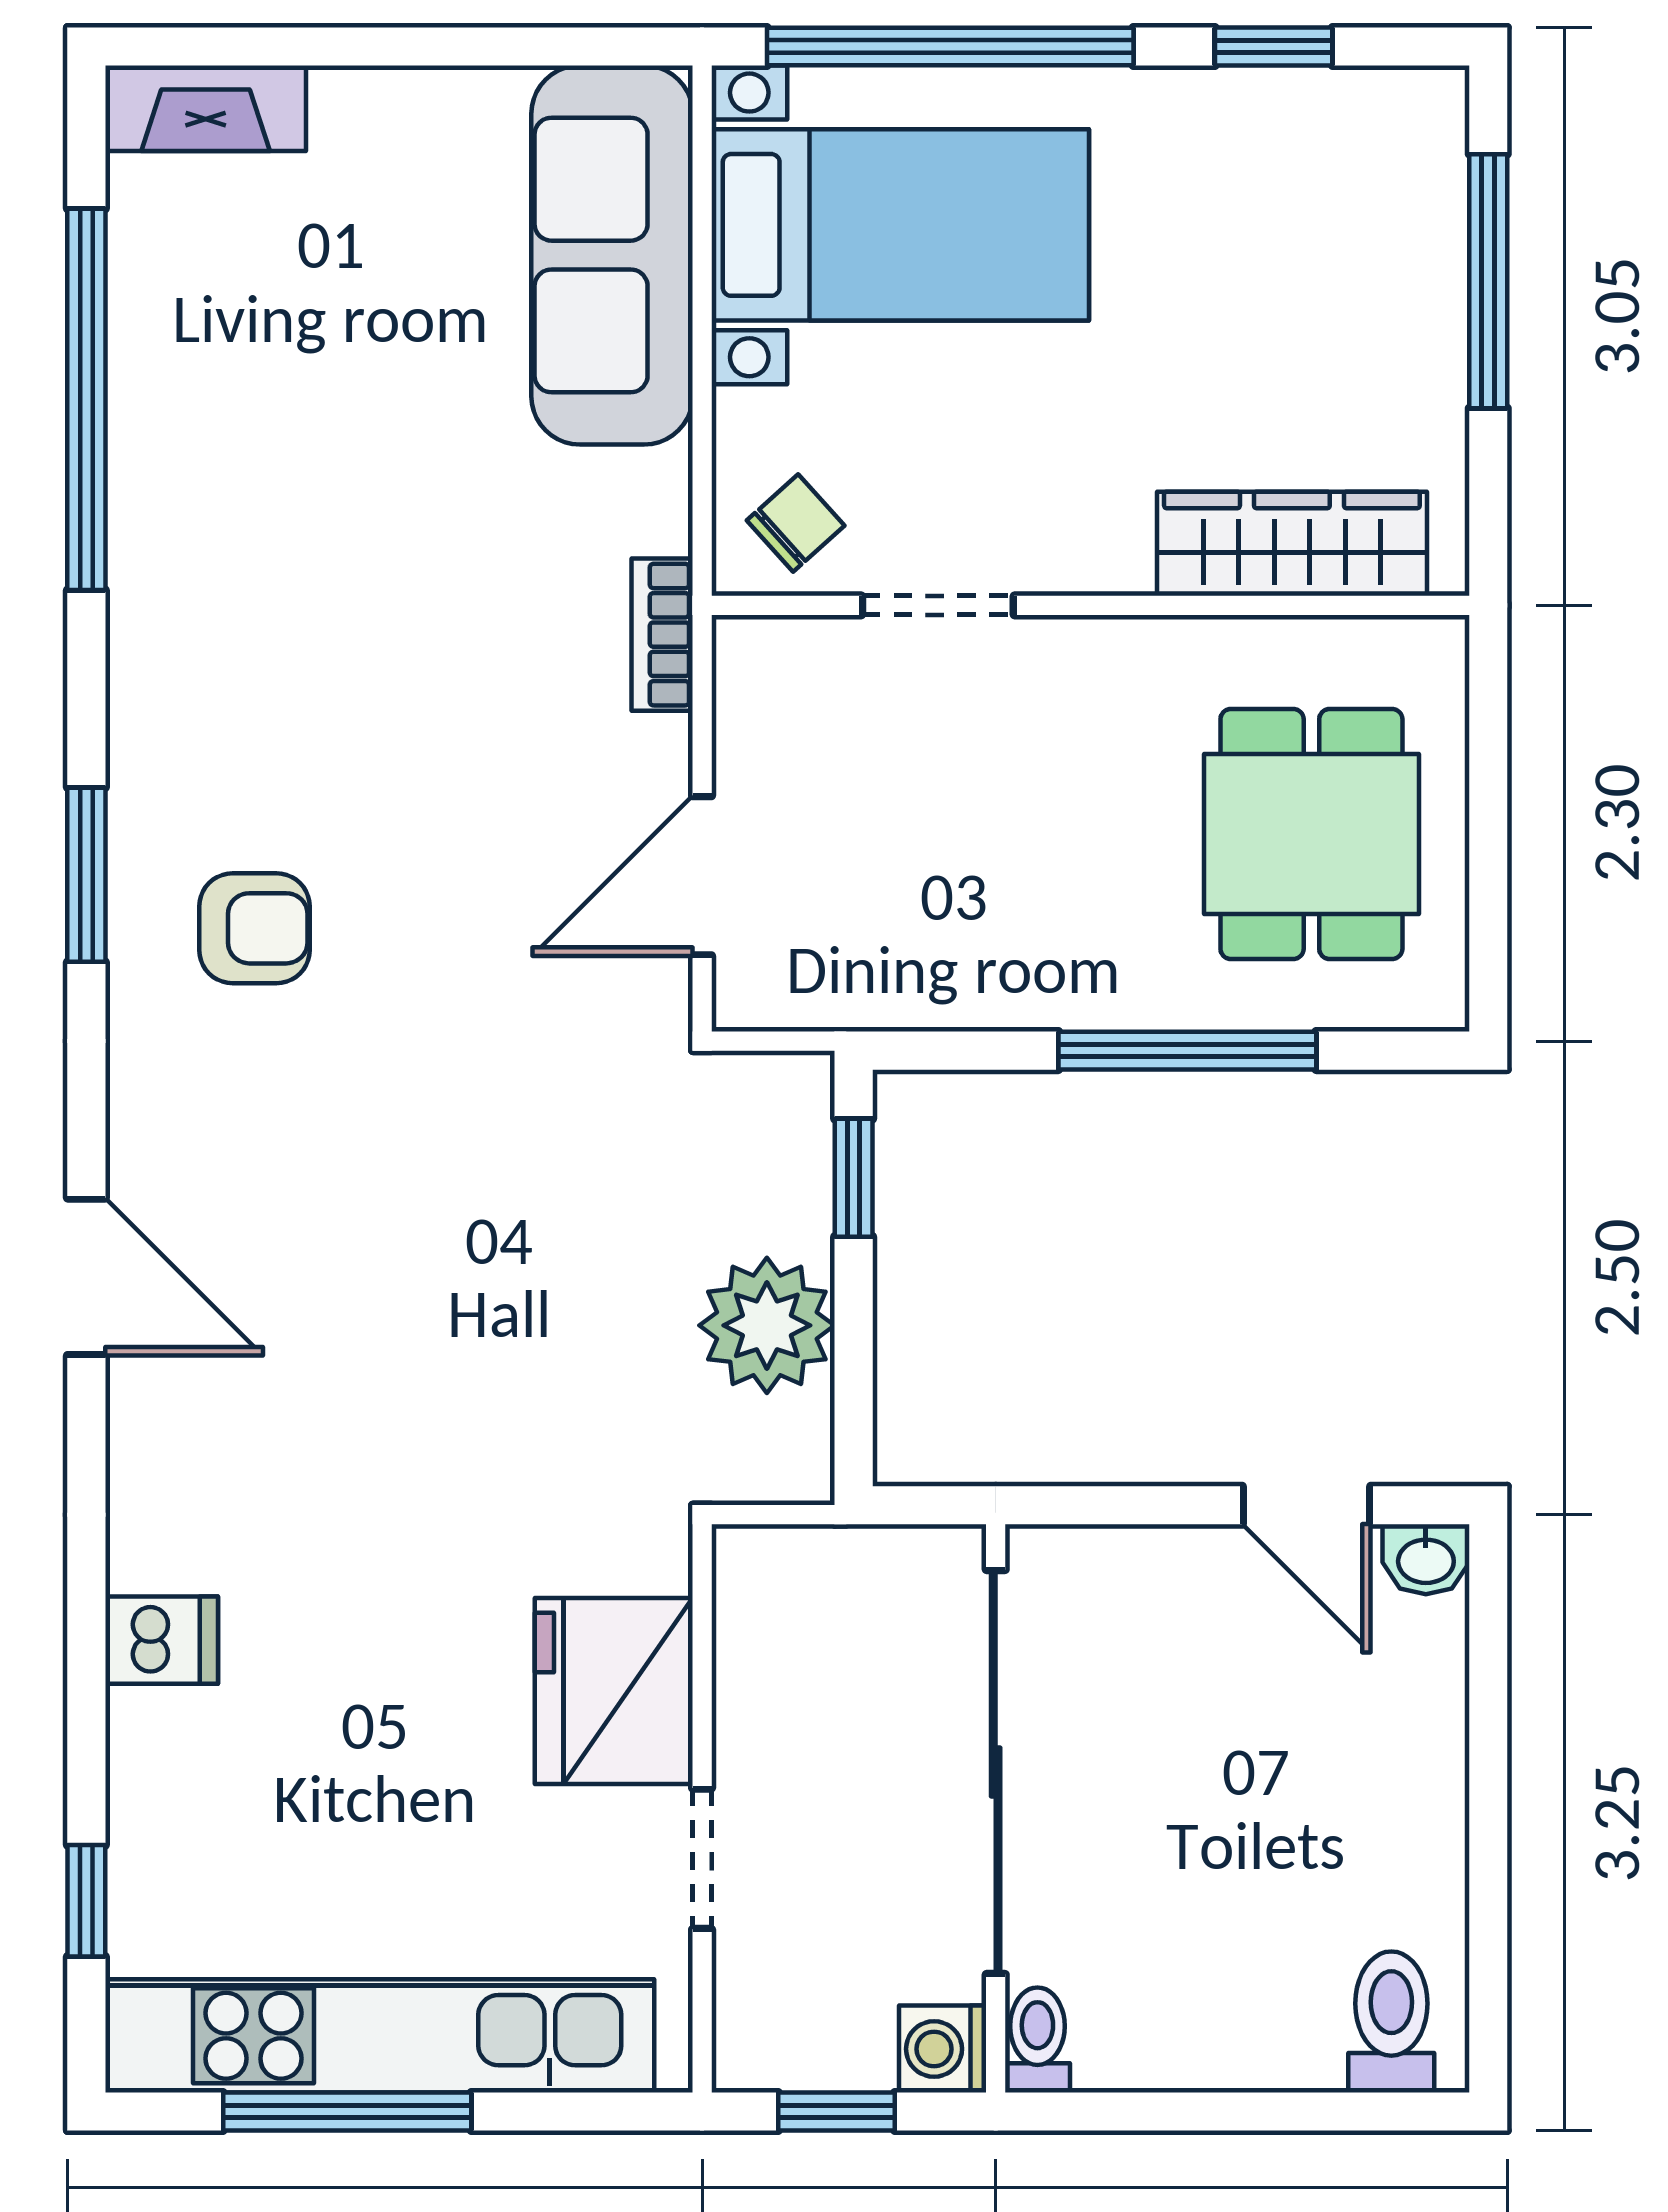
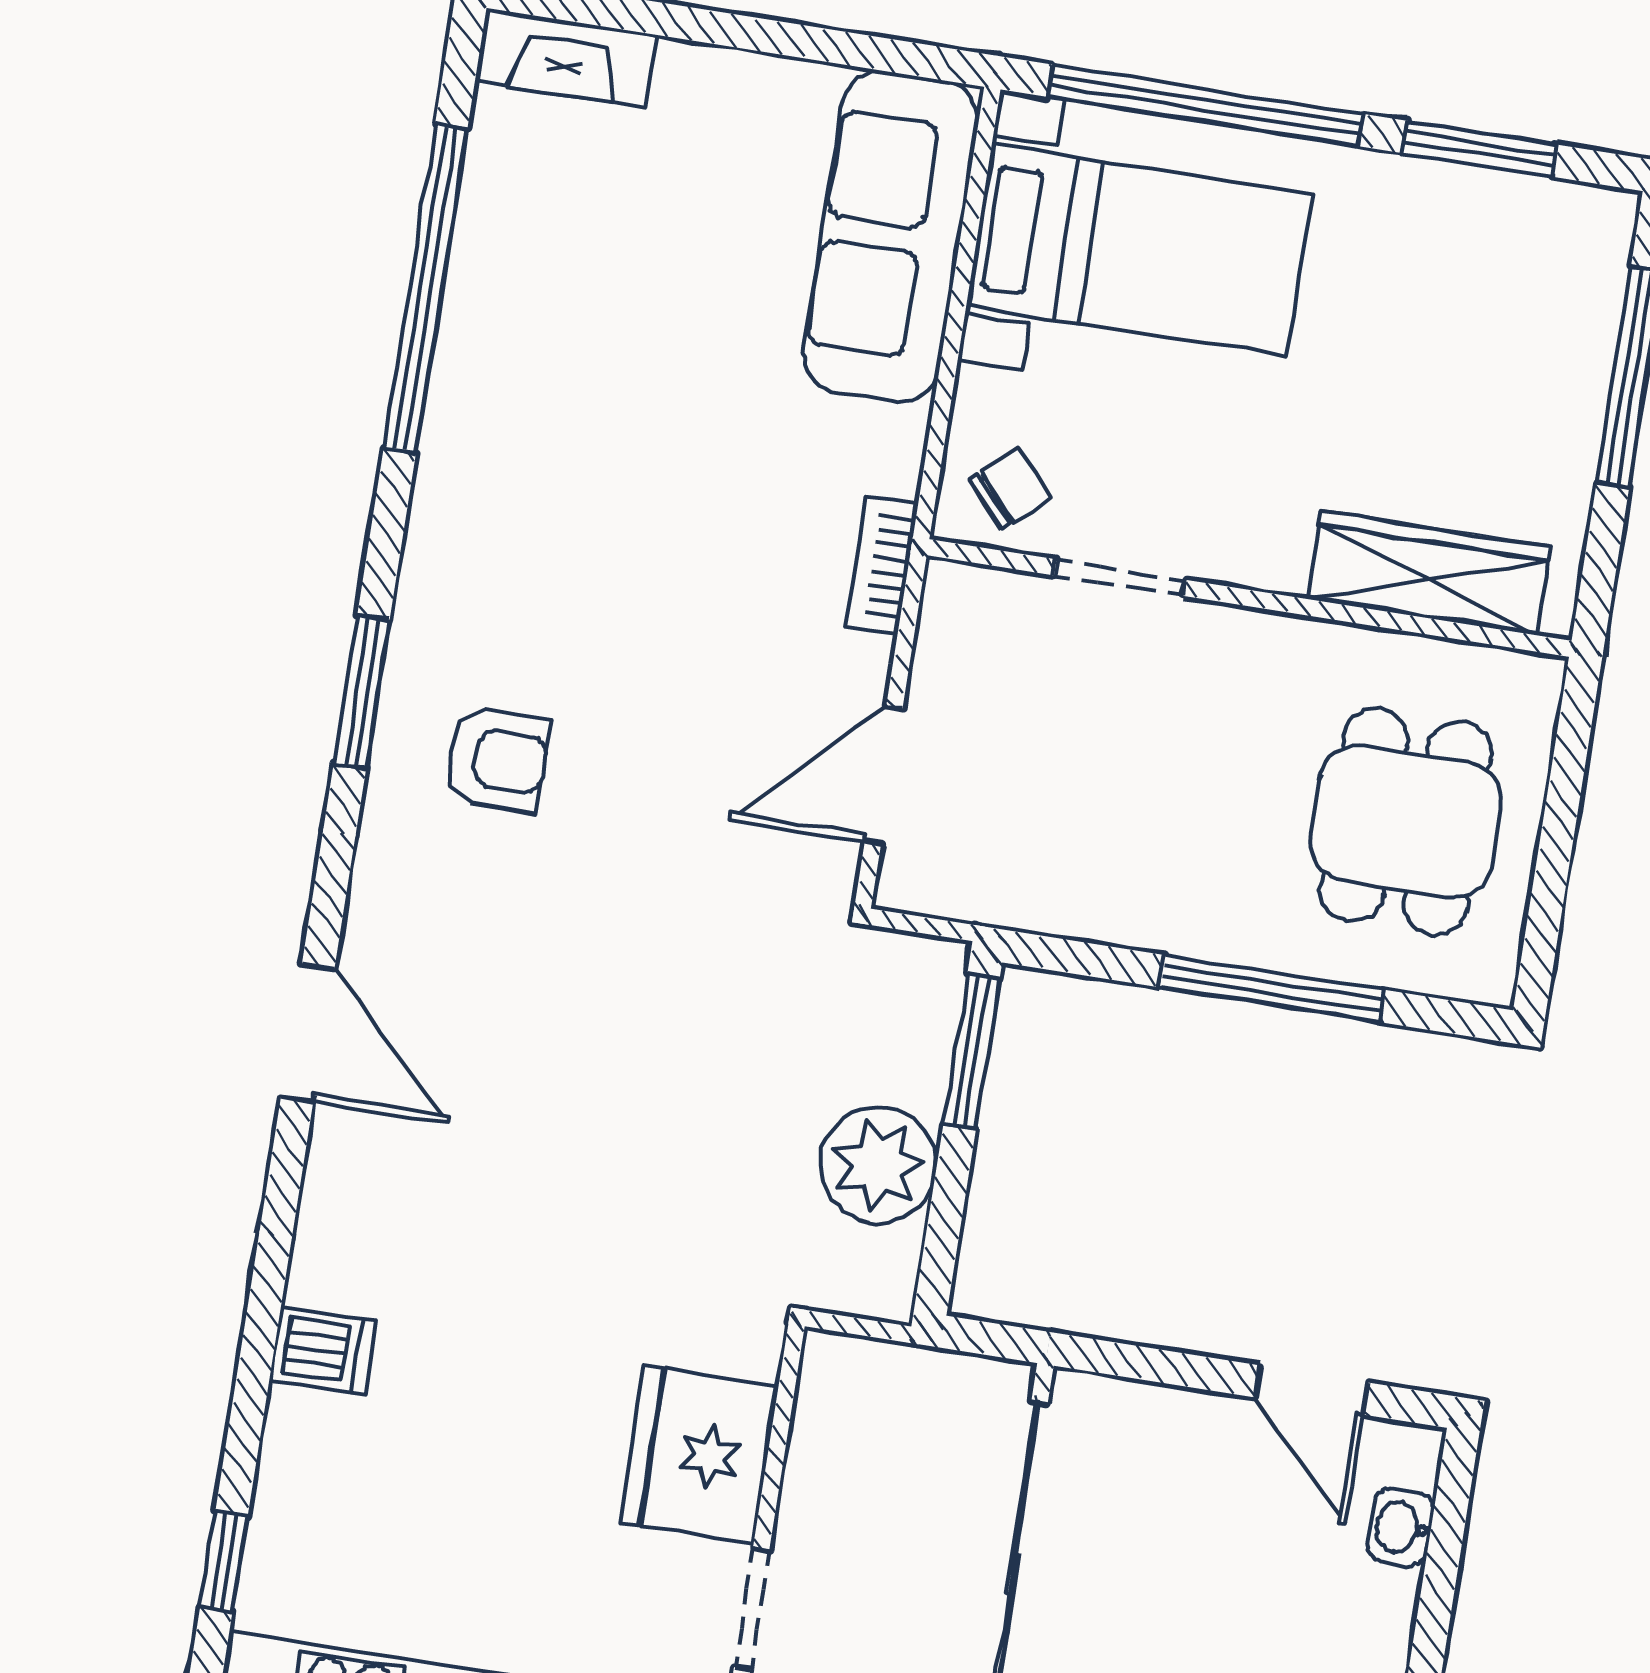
window: (1274, 47) -> (1480, 149), width x1.50
window: (854, 1178) -> (972, 1052), width x1.50
washbasin: (1426, 1559) -> (1401, 1528), moved, turned 90

